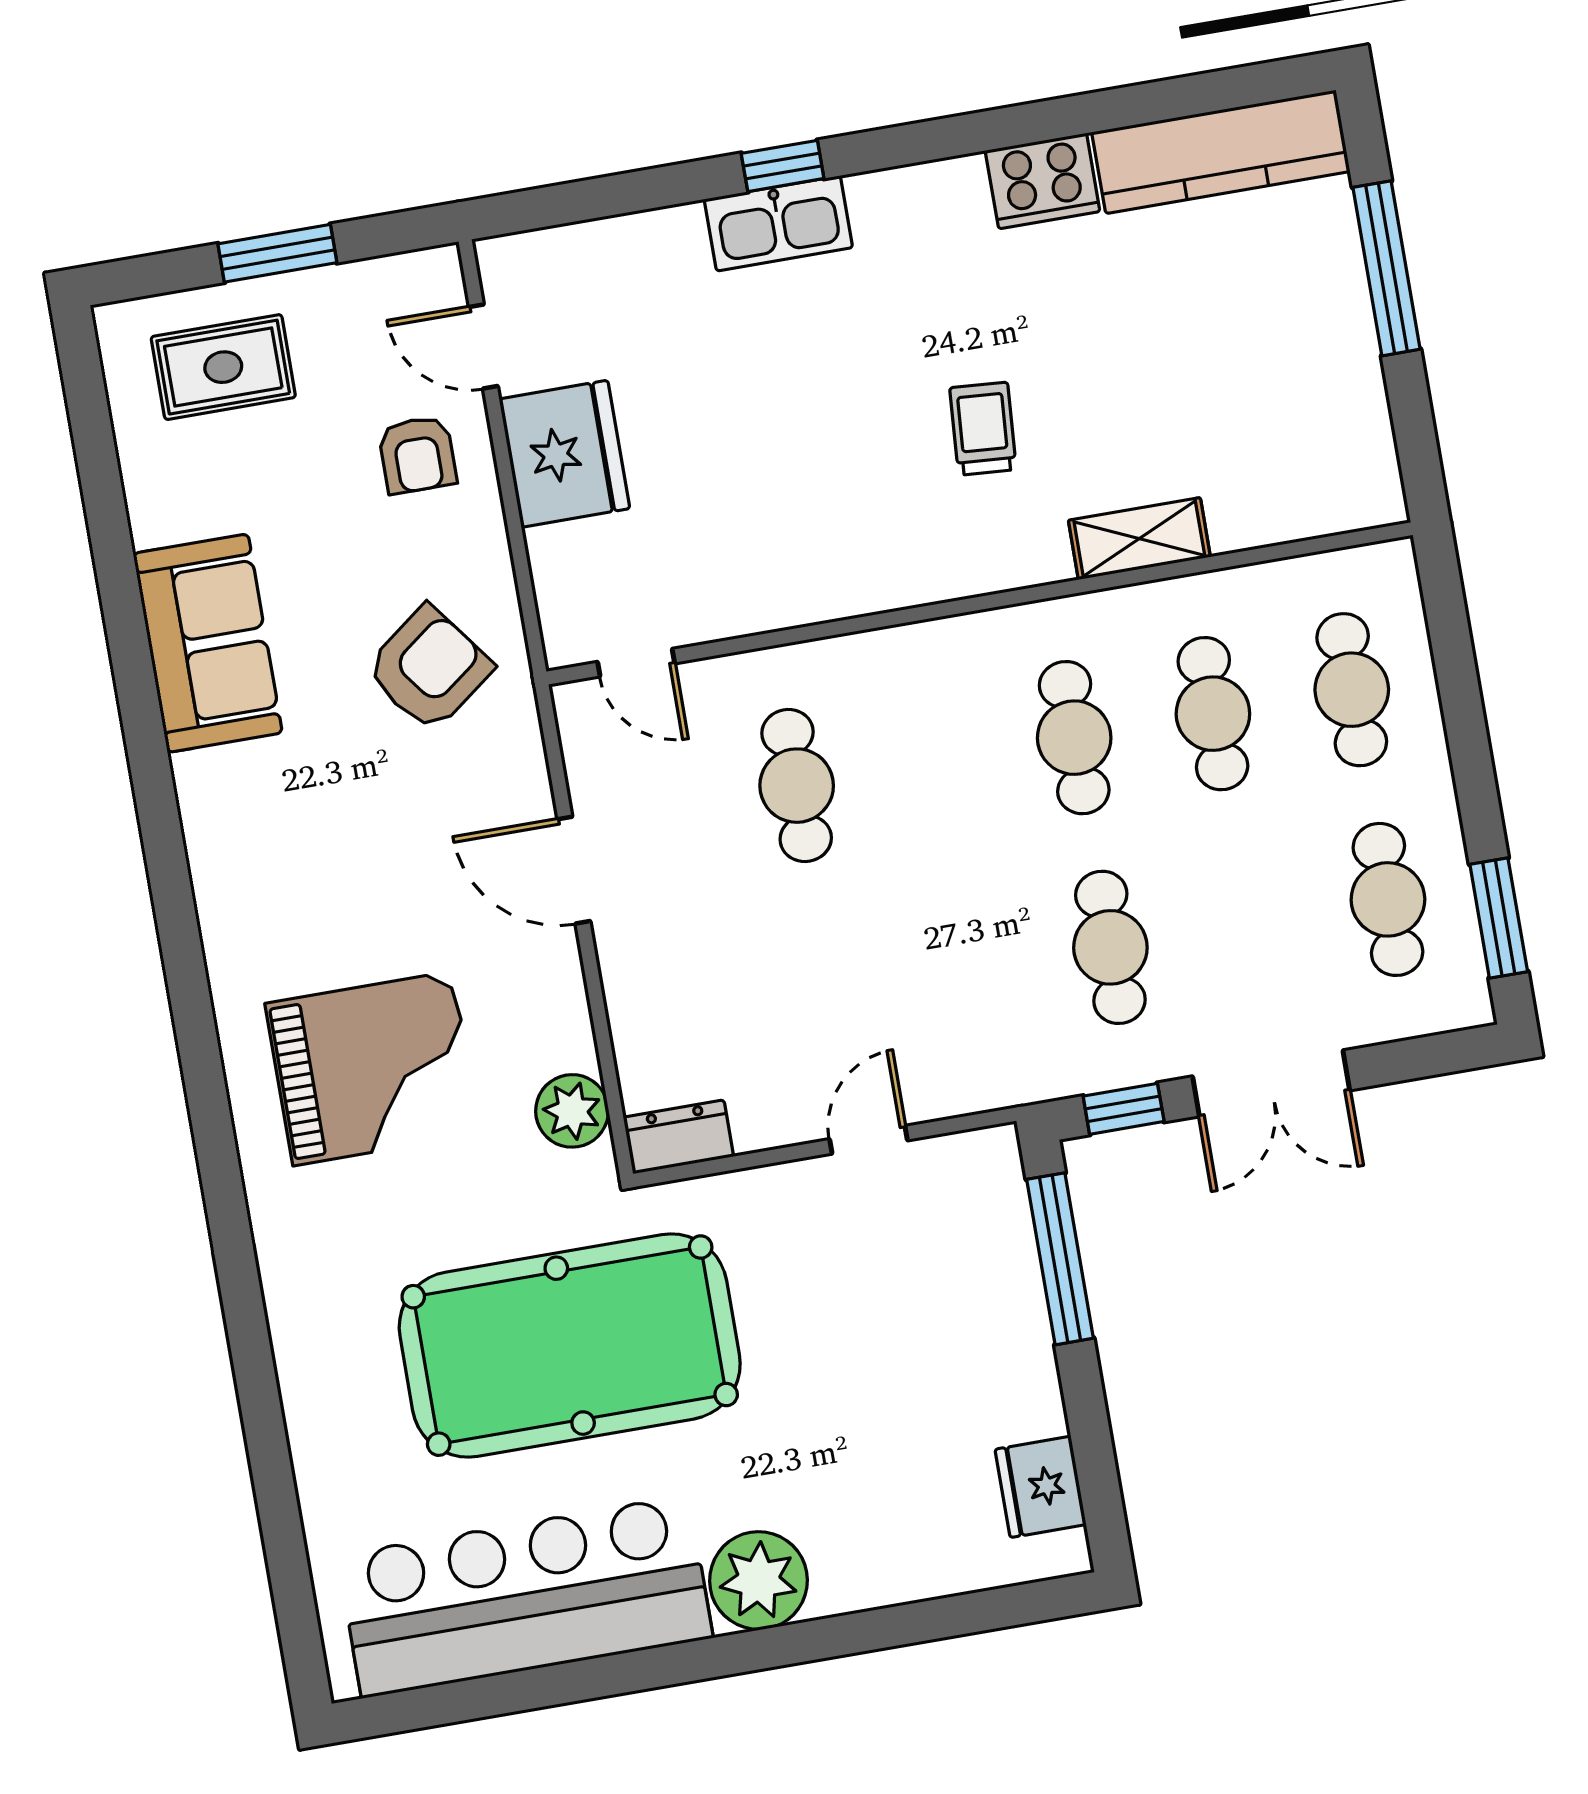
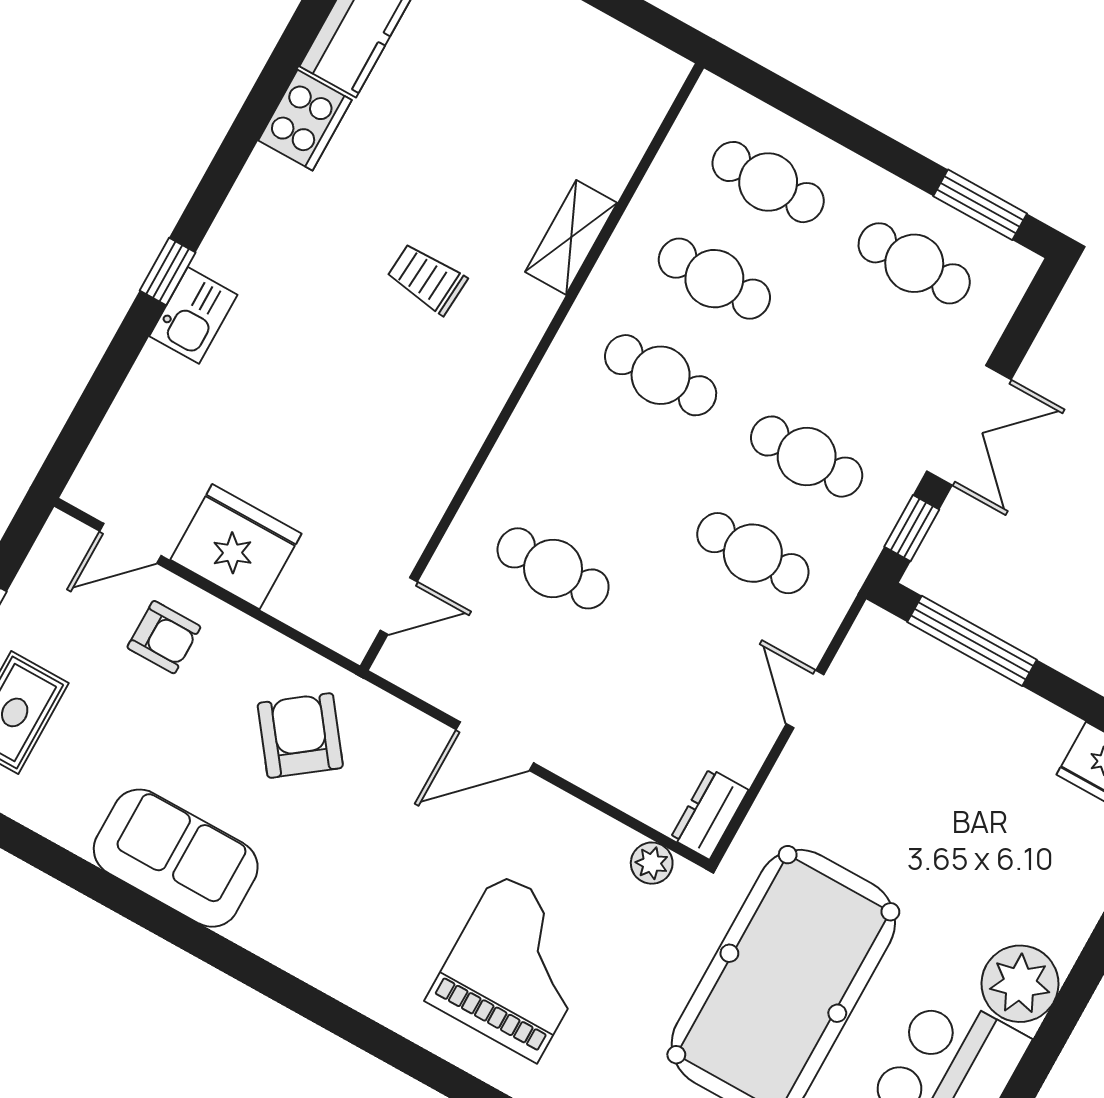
kitchen sink: (778, 223) -> (193, 315), width x0.73
cafe table: (972, 971) -> (753, 553), added
plant: (572, 1111) -> (652, 863), width x0.73, depth x0.73

